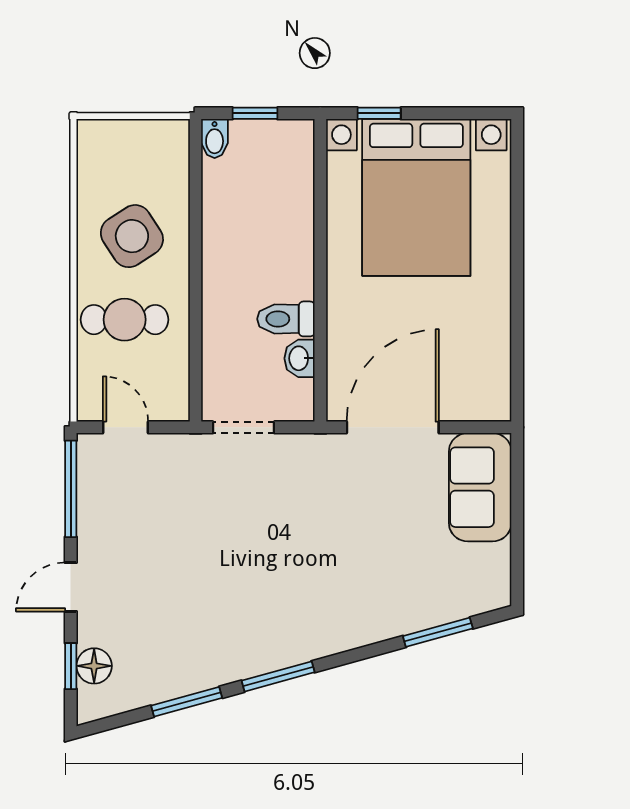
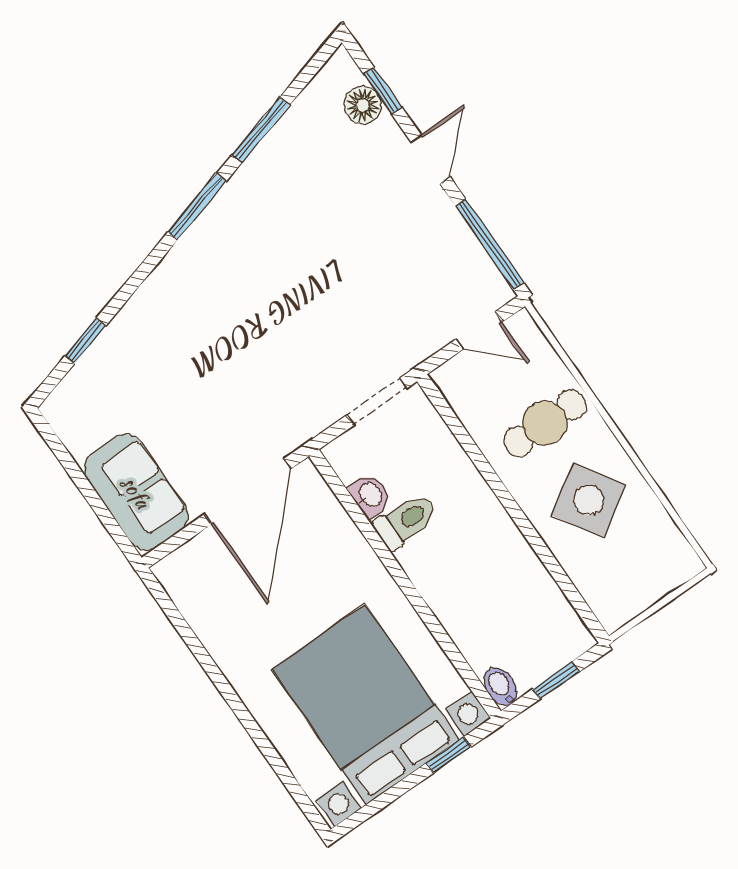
bidet: (215, 139) -> (501, 687), moved
window: (438, 632) -> (85, 341), width x0.67

